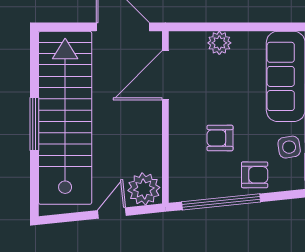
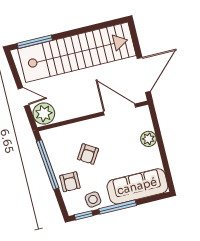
window: (34, 124) -> (35, 42), moved
armchair: (220, 138) -> (88, 154), turned -148

